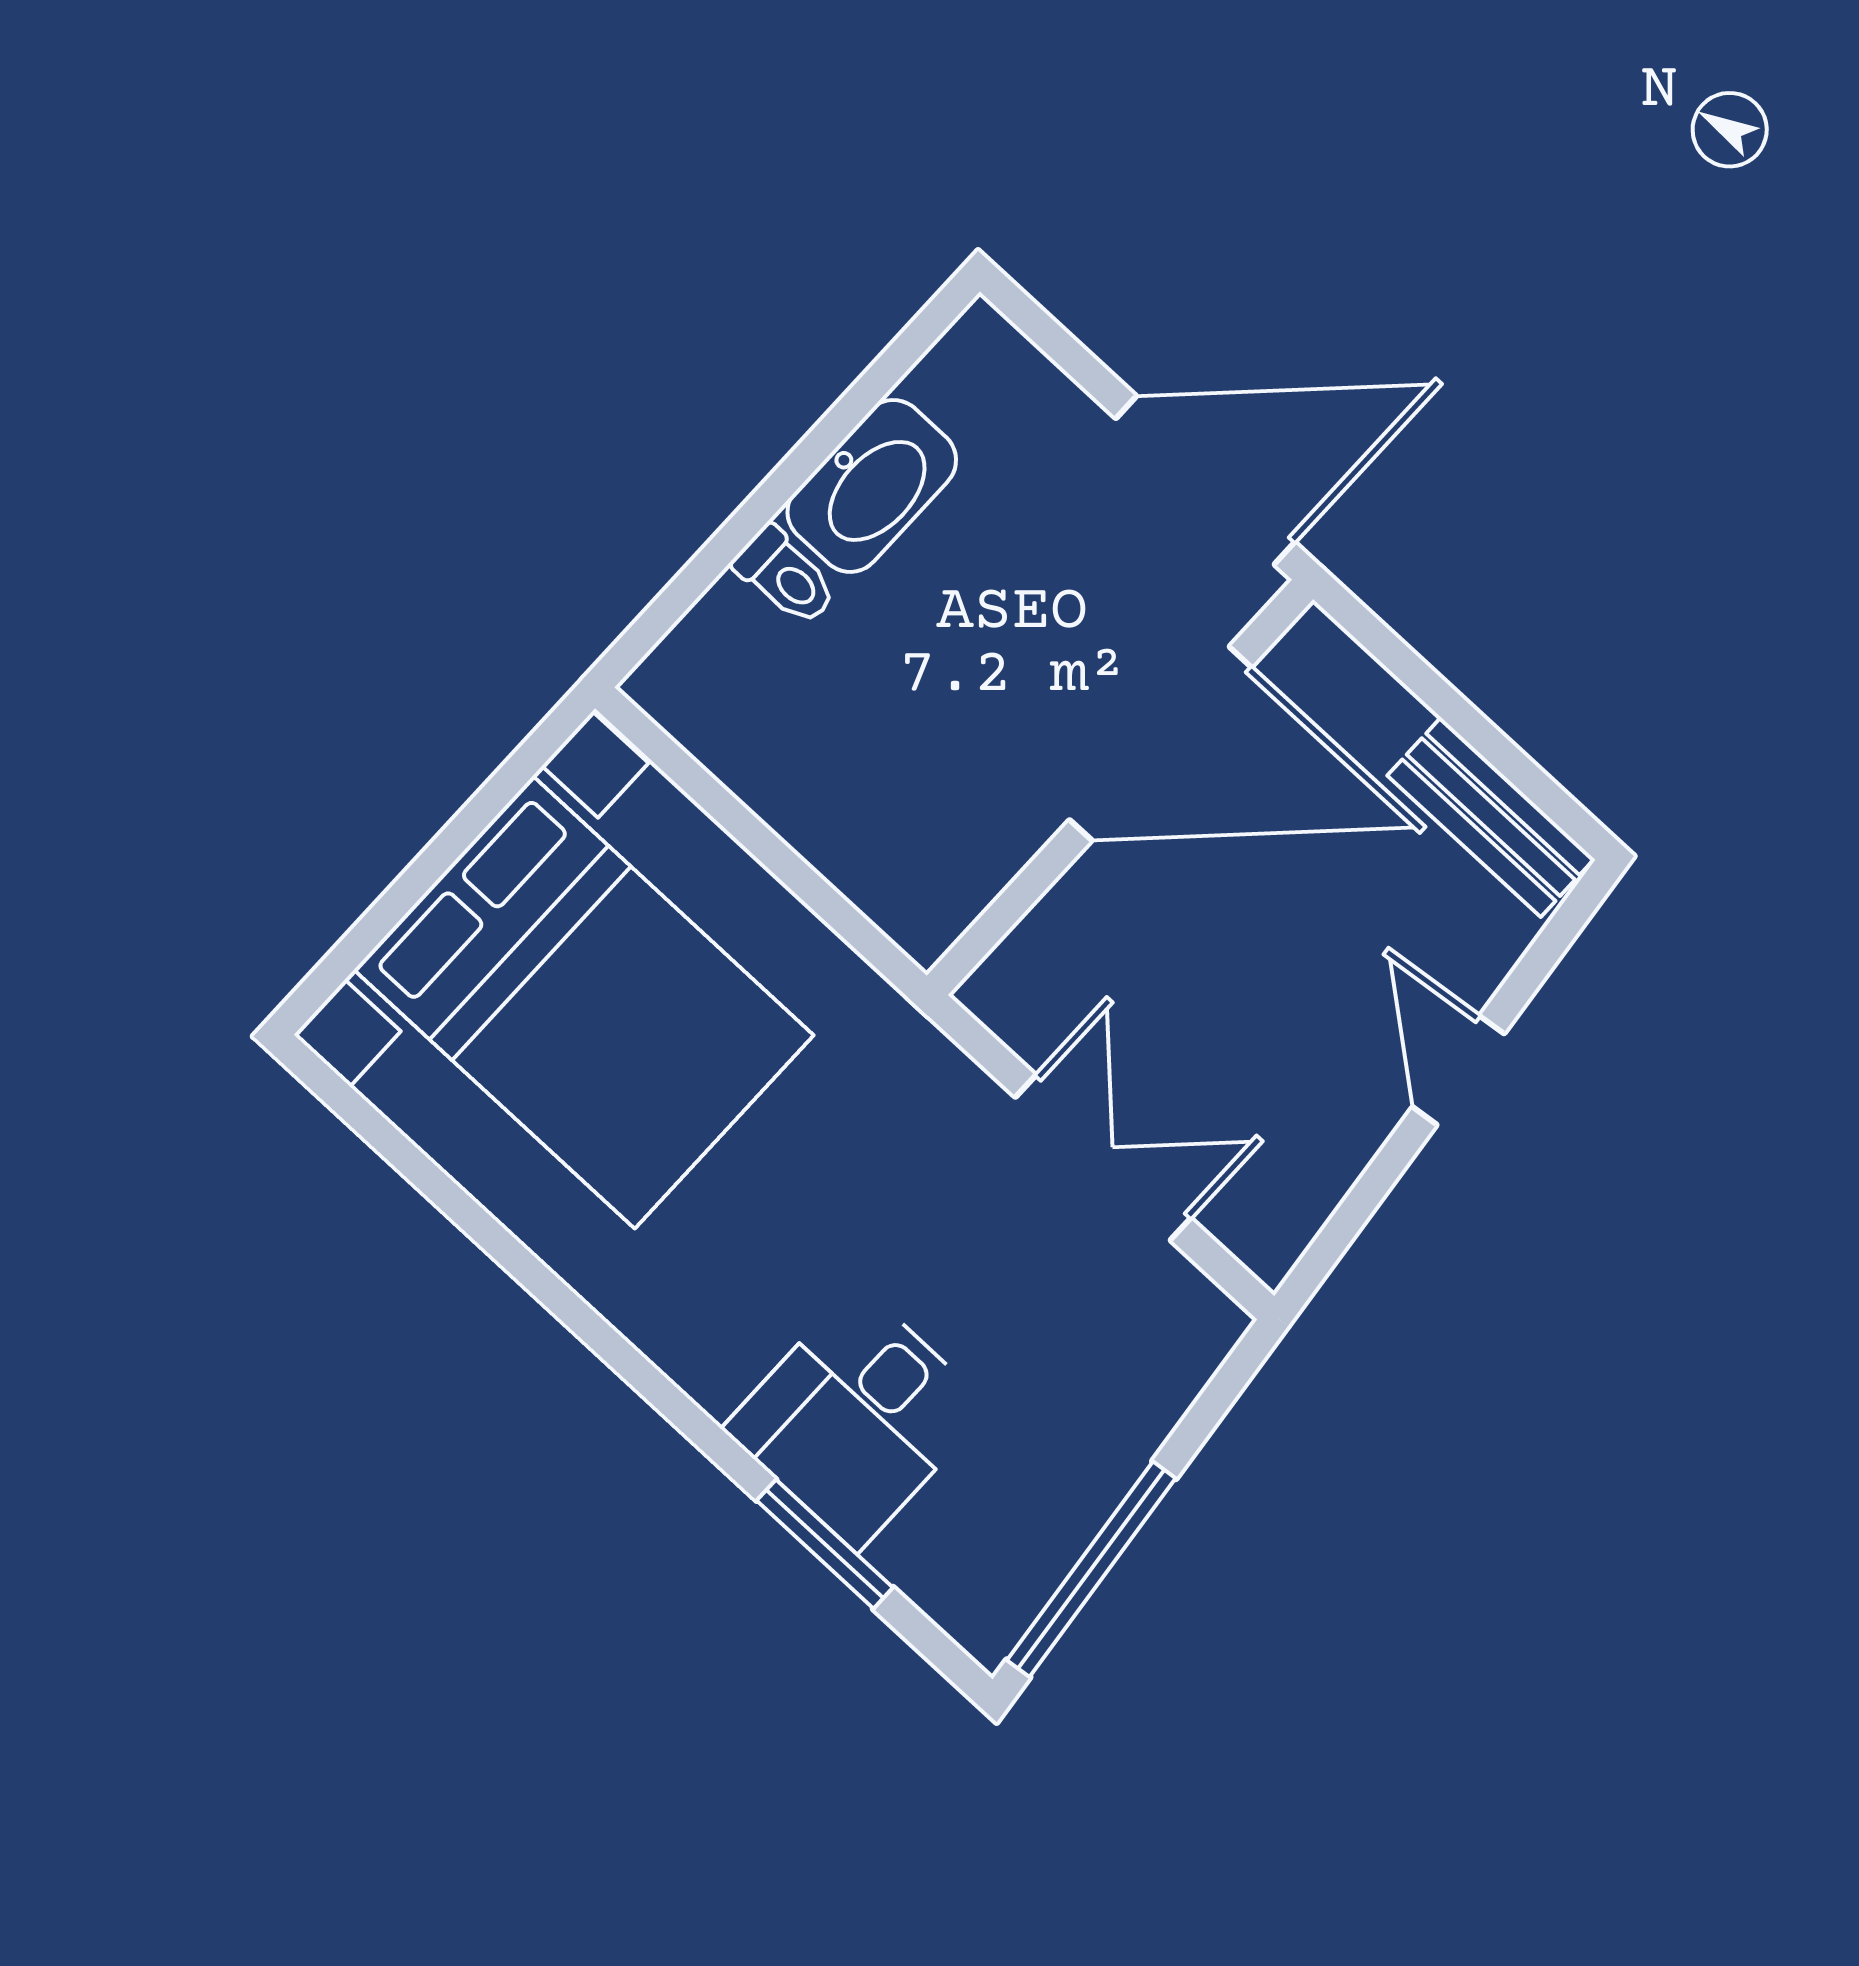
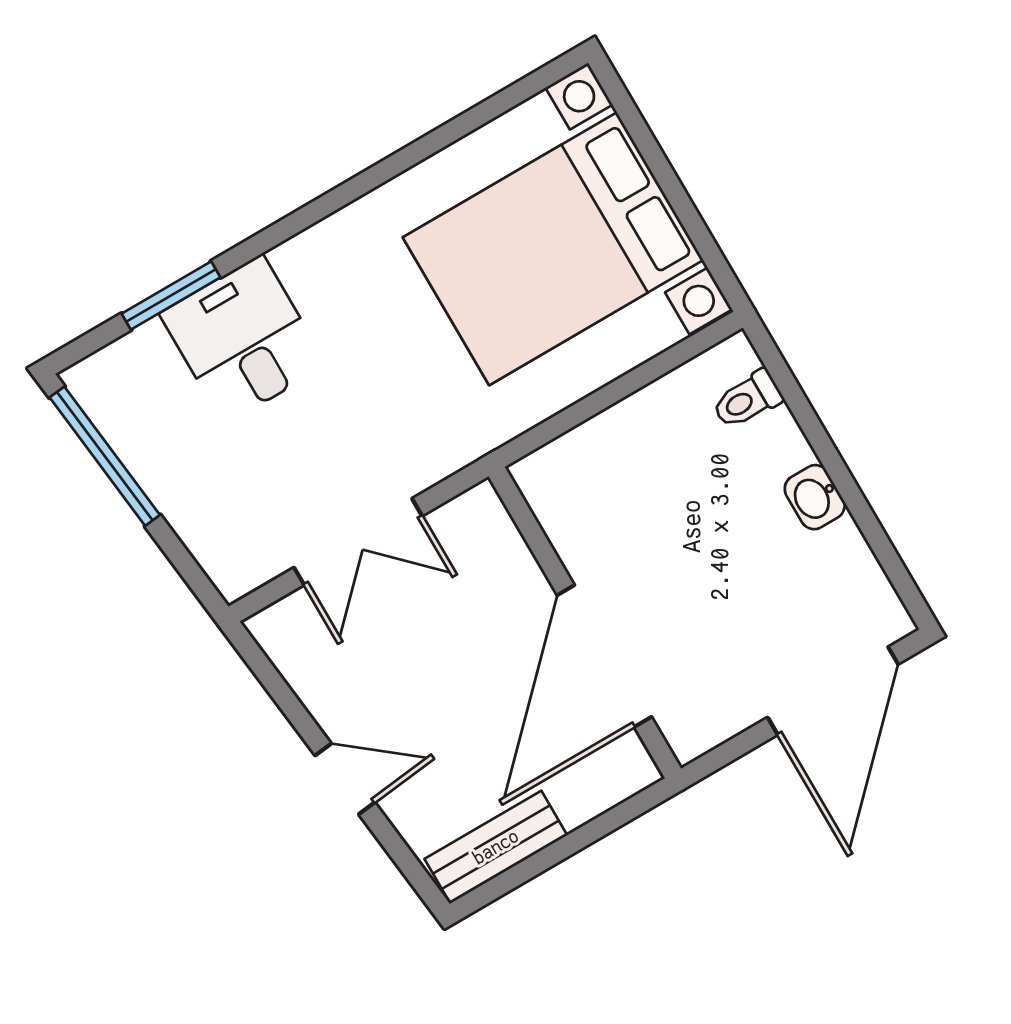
door: (1205, 480) -> (833, 691), moved
washbasin: (872, 486) -> (815, 497), width x0.52, depth x0.69
toilet: (785, 576) -> (747, 400), moved

